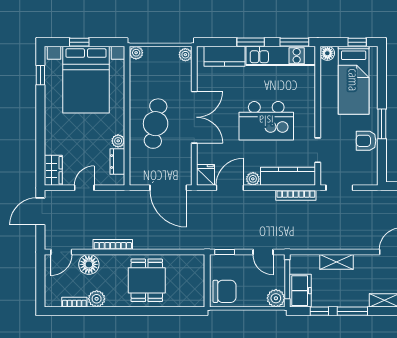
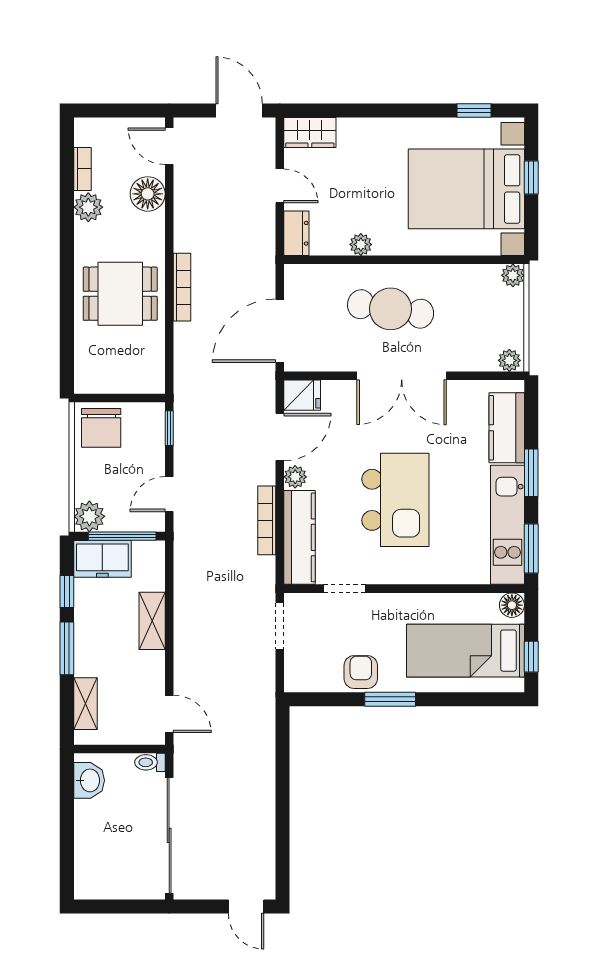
kitchen island: (266, 121) -> (395, 500), turned 180
dresser: (117, 162) -> (296, 233), moved, turned 90
door: (230, 188) -> (280, 437), hinge flipped
bookcase: (296, 195) -> (267, 520), moved
bookcase: (113, 244) -> (182, 287), moved

